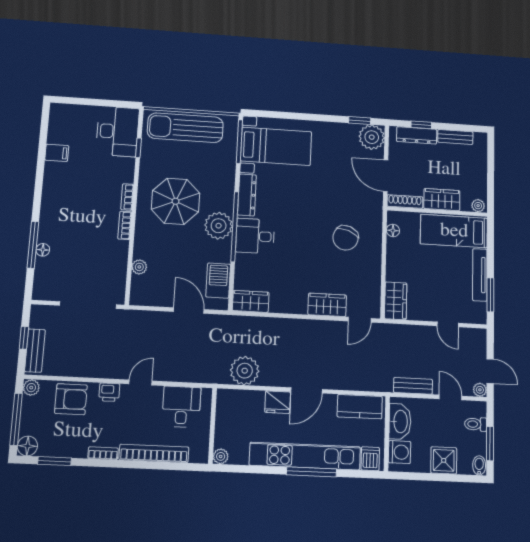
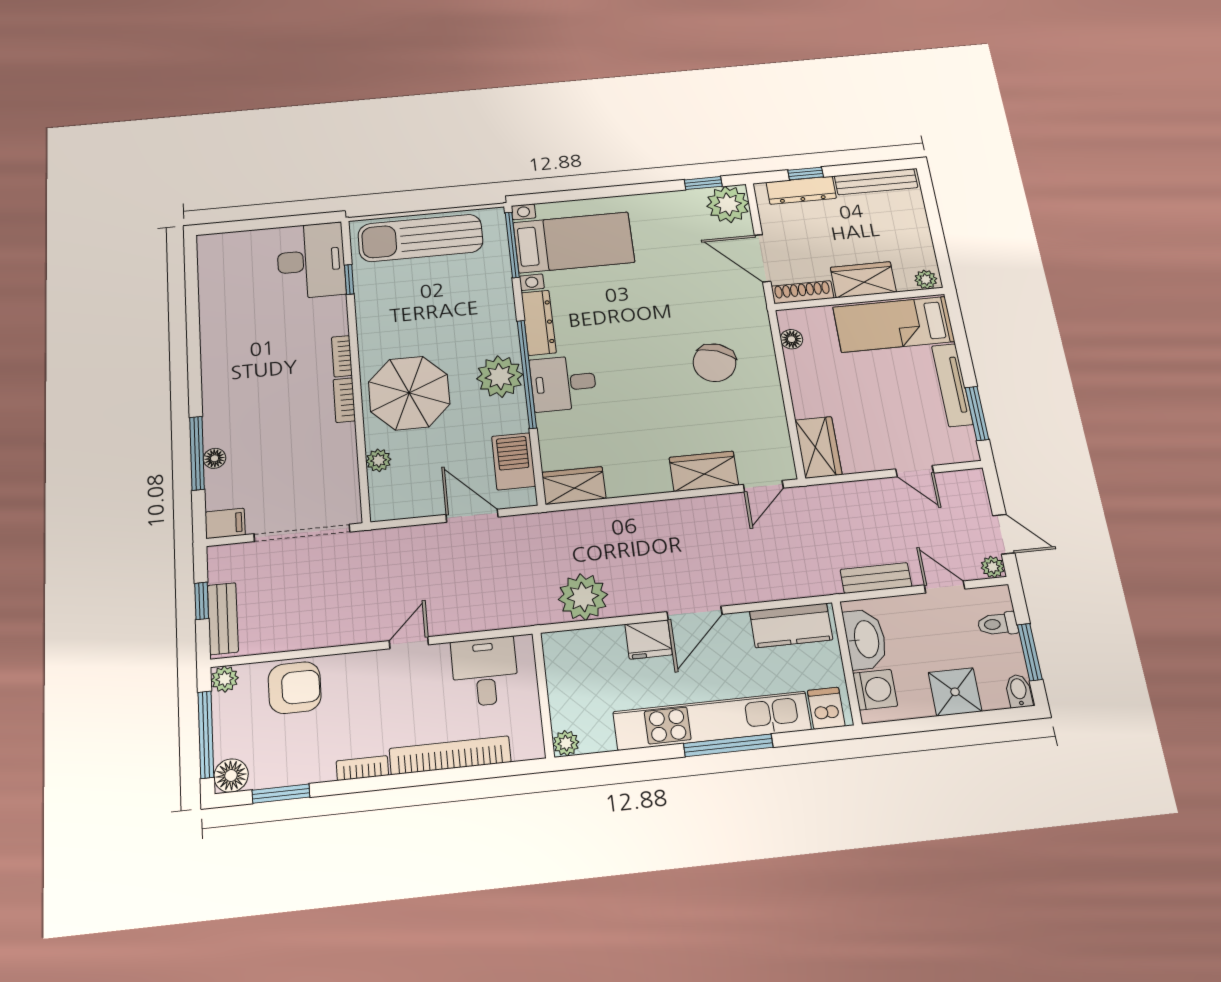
bench: (455, 137) -> (876, 182), width x1.36
filing cabinet: (57, 153) -> (225, 523), moved
parasol: (176, 201) -> (409, 393), moved
printer: (109, 392) -> (358, 667), removed

